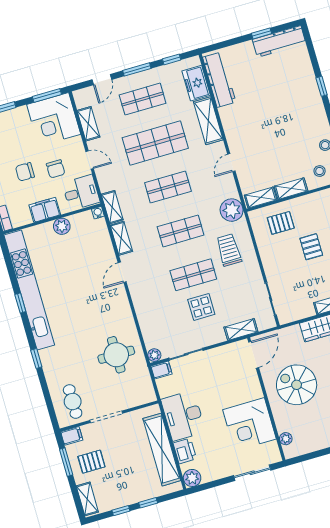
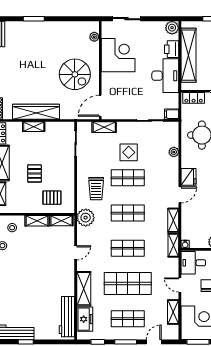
fridge: (118, 298) -> (188, 177), added
plant: (154, 355) -> (174, 152), moved
locker: (140, 398) -> (194, 98), added

